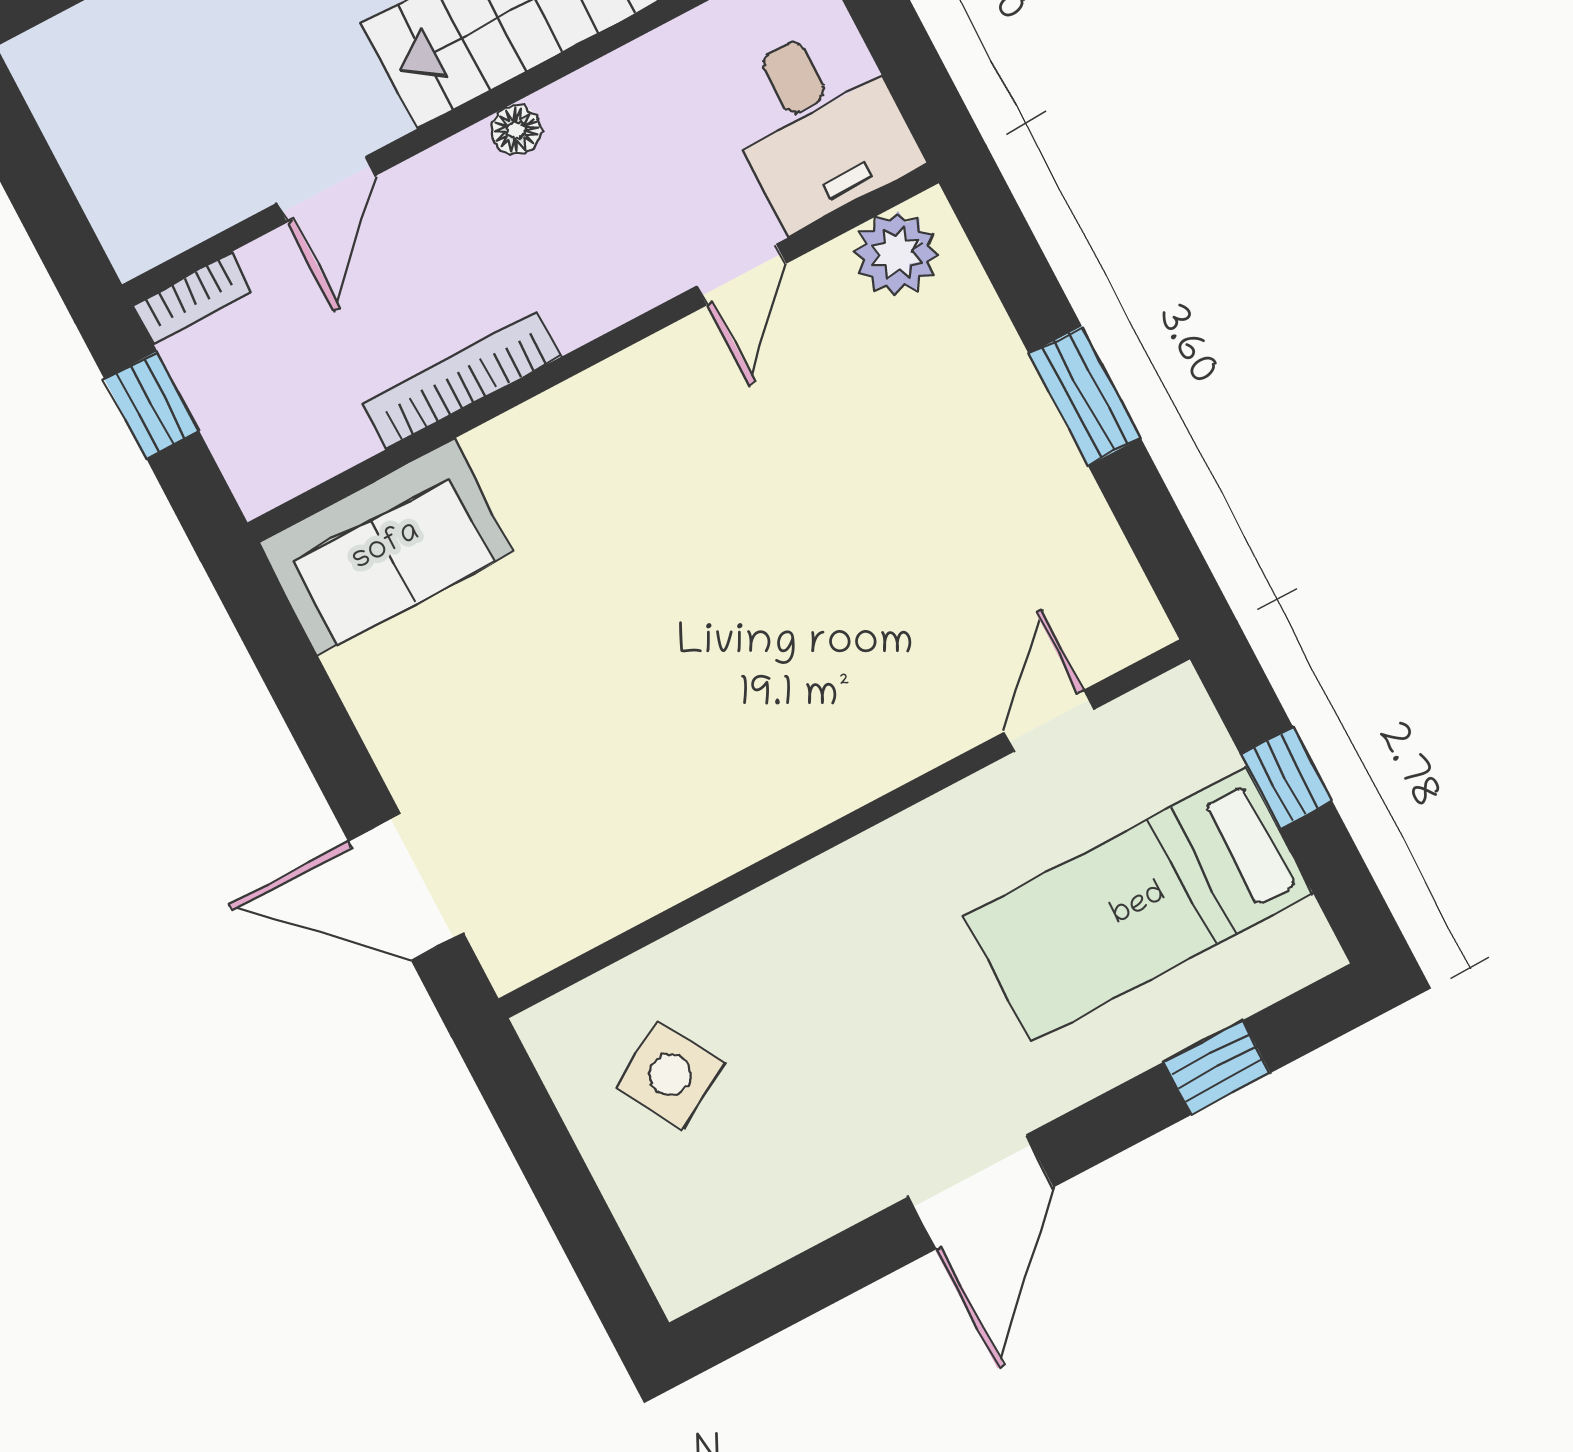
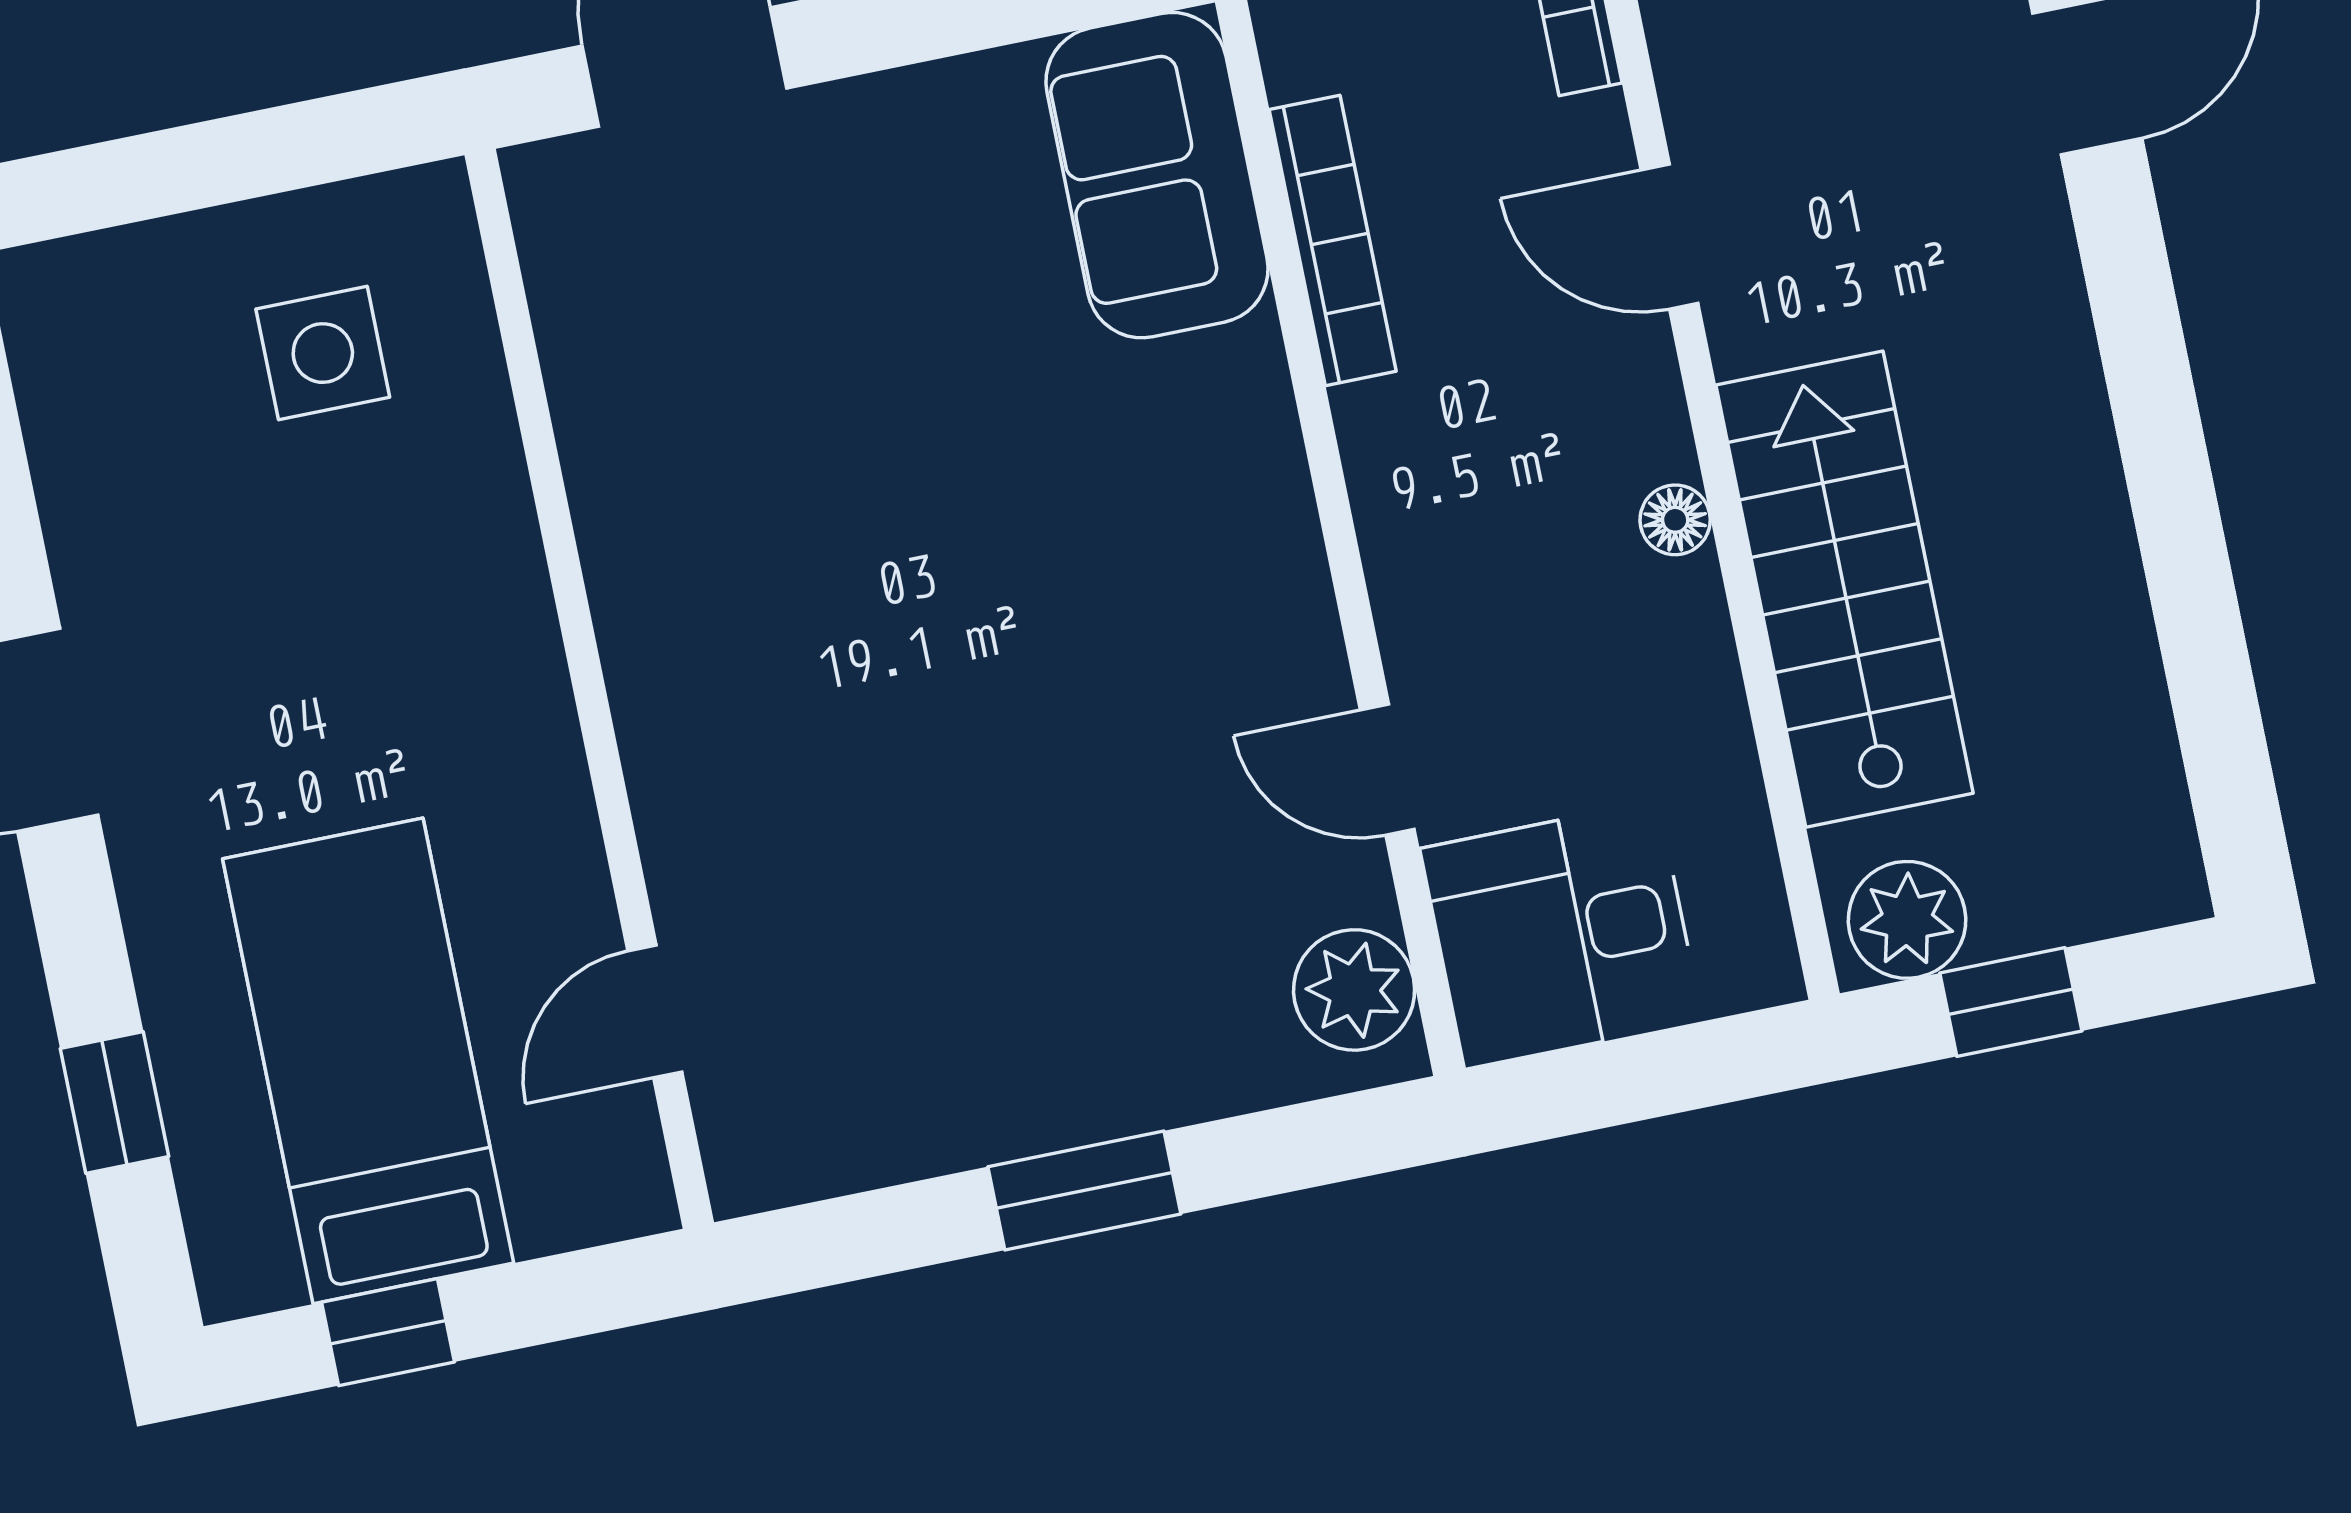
bookcase: (462, 381) -> (1333, 240), moved
door: (1049, 721) -> (655, 1012), swing flipped
window: (1286, 778) -> (388, 1332), moved
side table: (670, 1075) -> (323, 353), turned 31

